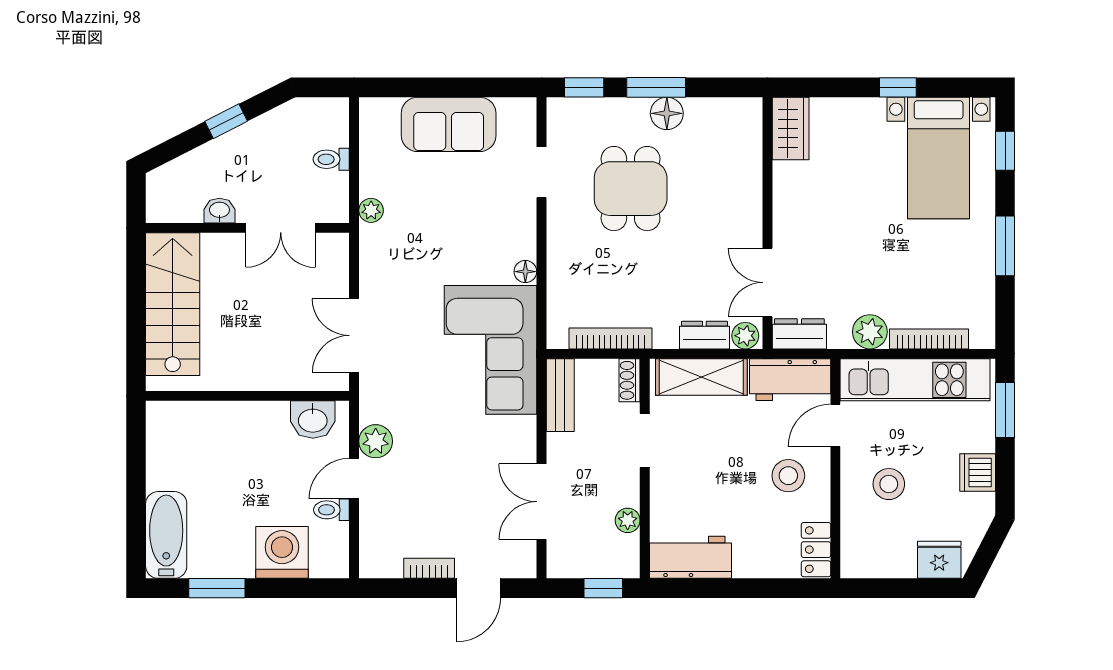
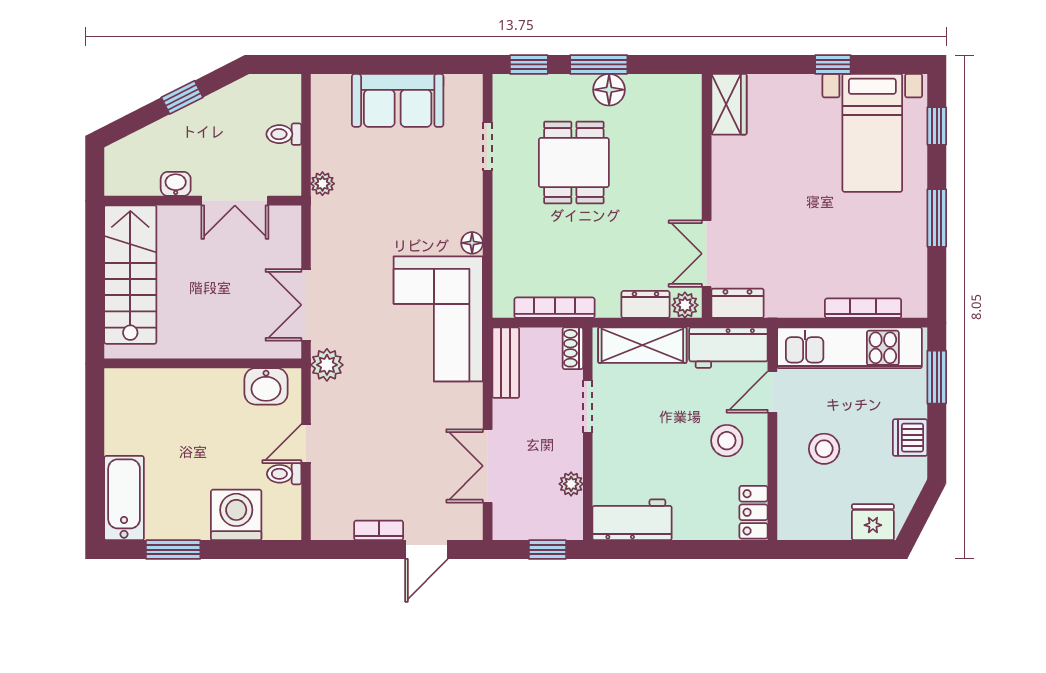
plant: (870, 332) -> (806, 301), removed
plant: (376, 441) -> (327, 365), moved

